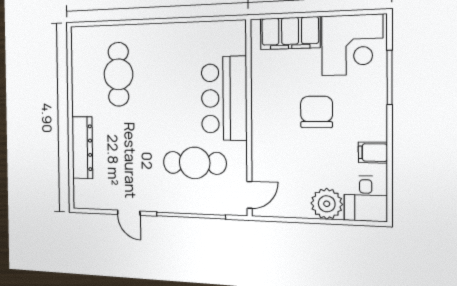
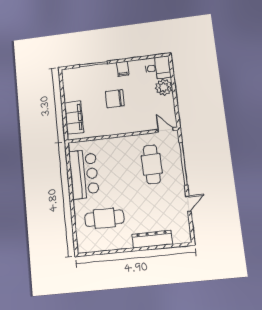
corner desk: (352, 45) -> (78, 85), removed
bar counter: (224, 98) -> (84, 174), moved, turned -90
filing cabinet: (373, 152) -> (123, 69), moved

